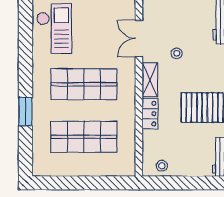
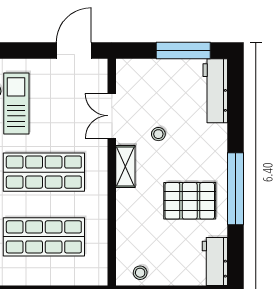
locker: (150, 114) -> (125, 208), removed

